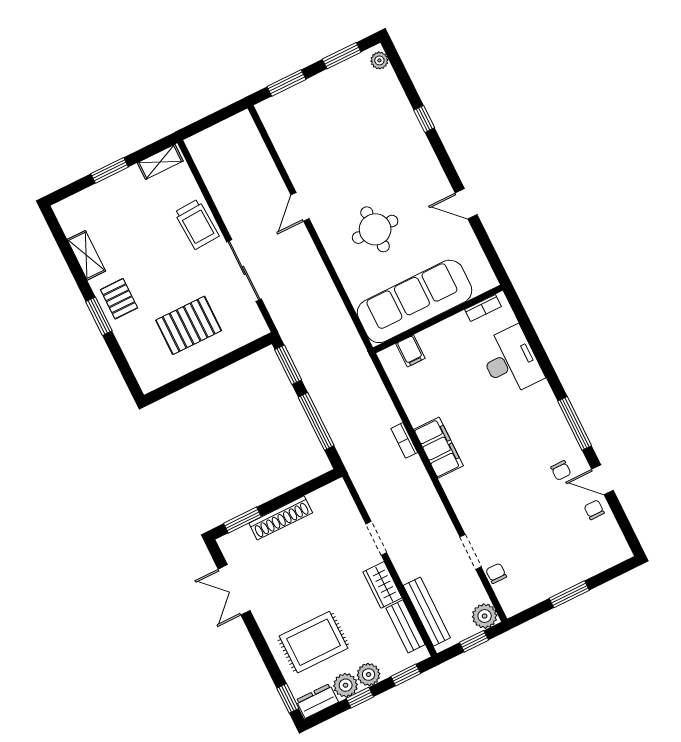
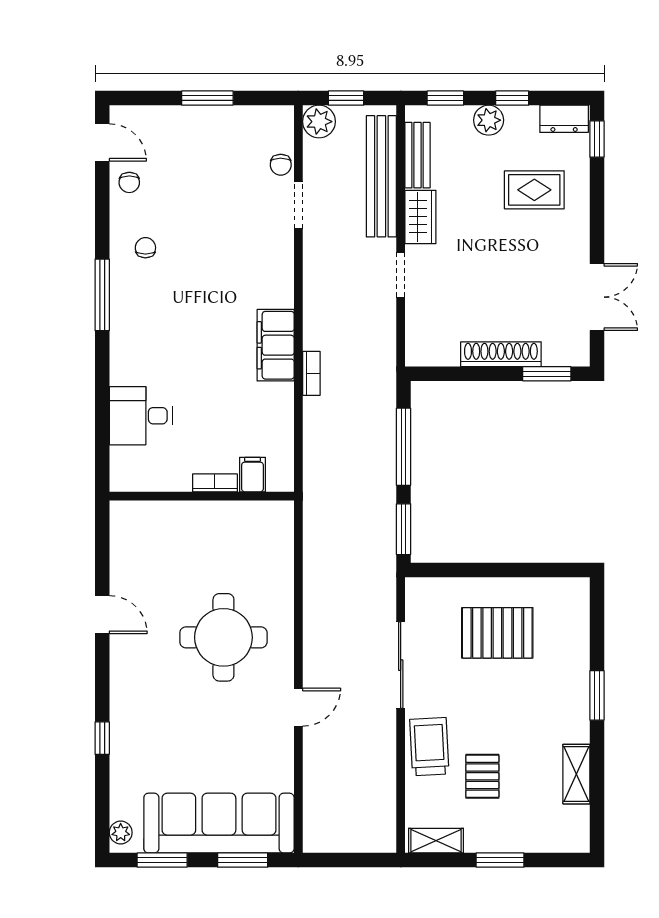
round table: (375, 229) -> (223, 637), width x1.36, depth x1.36
pallet: (119, 299) -> (482, 776), moved
sofa: (415, 301) -> (219, 823), moved, turned 180
bookcase: (483, 308) -> (215, 483), moved
desk: (511, 361) -> (141, 416), width x0.73
door: (602, 480) -> (102, 142), moved
bench: (427, 612) -> (381, 176), width x1.37, depth x1.21
rug: (314, 642) -> (534, 190), width x0.73, depth x0.70
plant: (346, 685) -> (522, 121), removed

